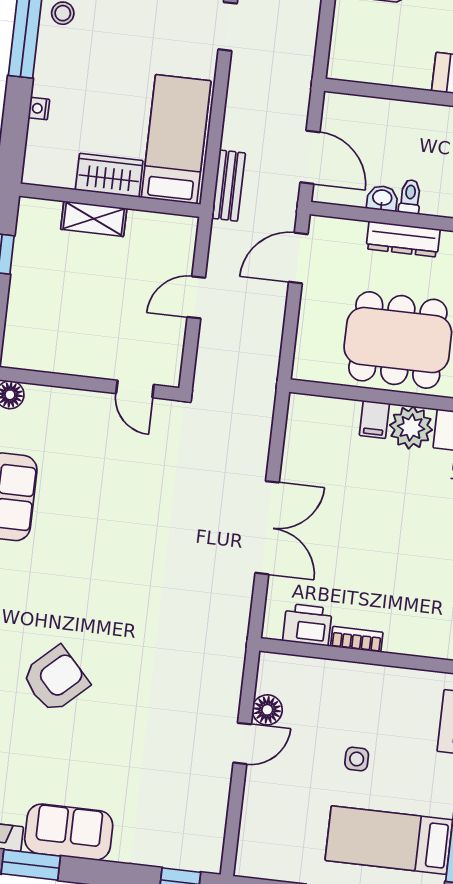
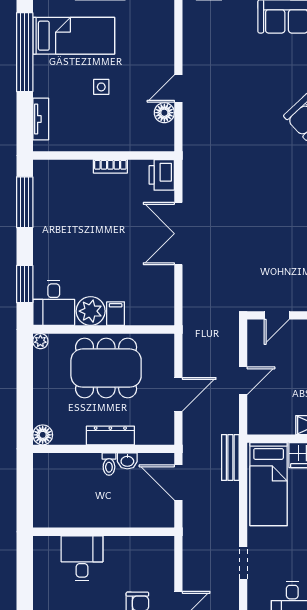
door: (298, 258) -> (178, 394), moved
door: (135, 389) -> (277, 315), swing flipped
printer: (307, 625) -> (162, 175), moved, turned 90

